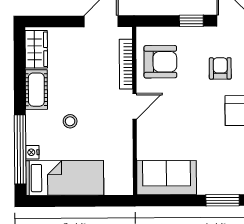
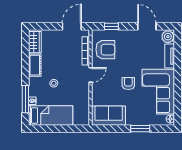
window: (191, 21) -> (111, 26), moved
armchair: (220, 68) -> (128, 83), moved
window: (20, 149) -> (25, 99), width x0.68

